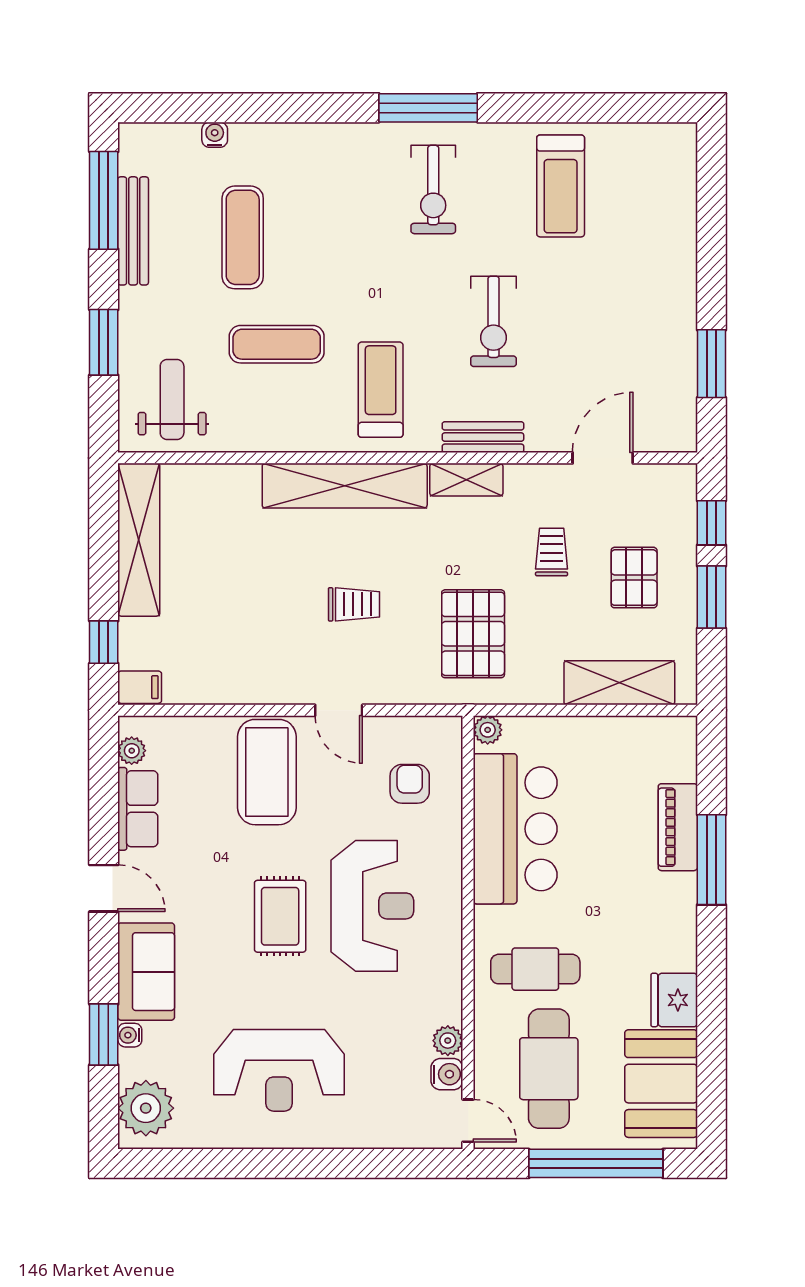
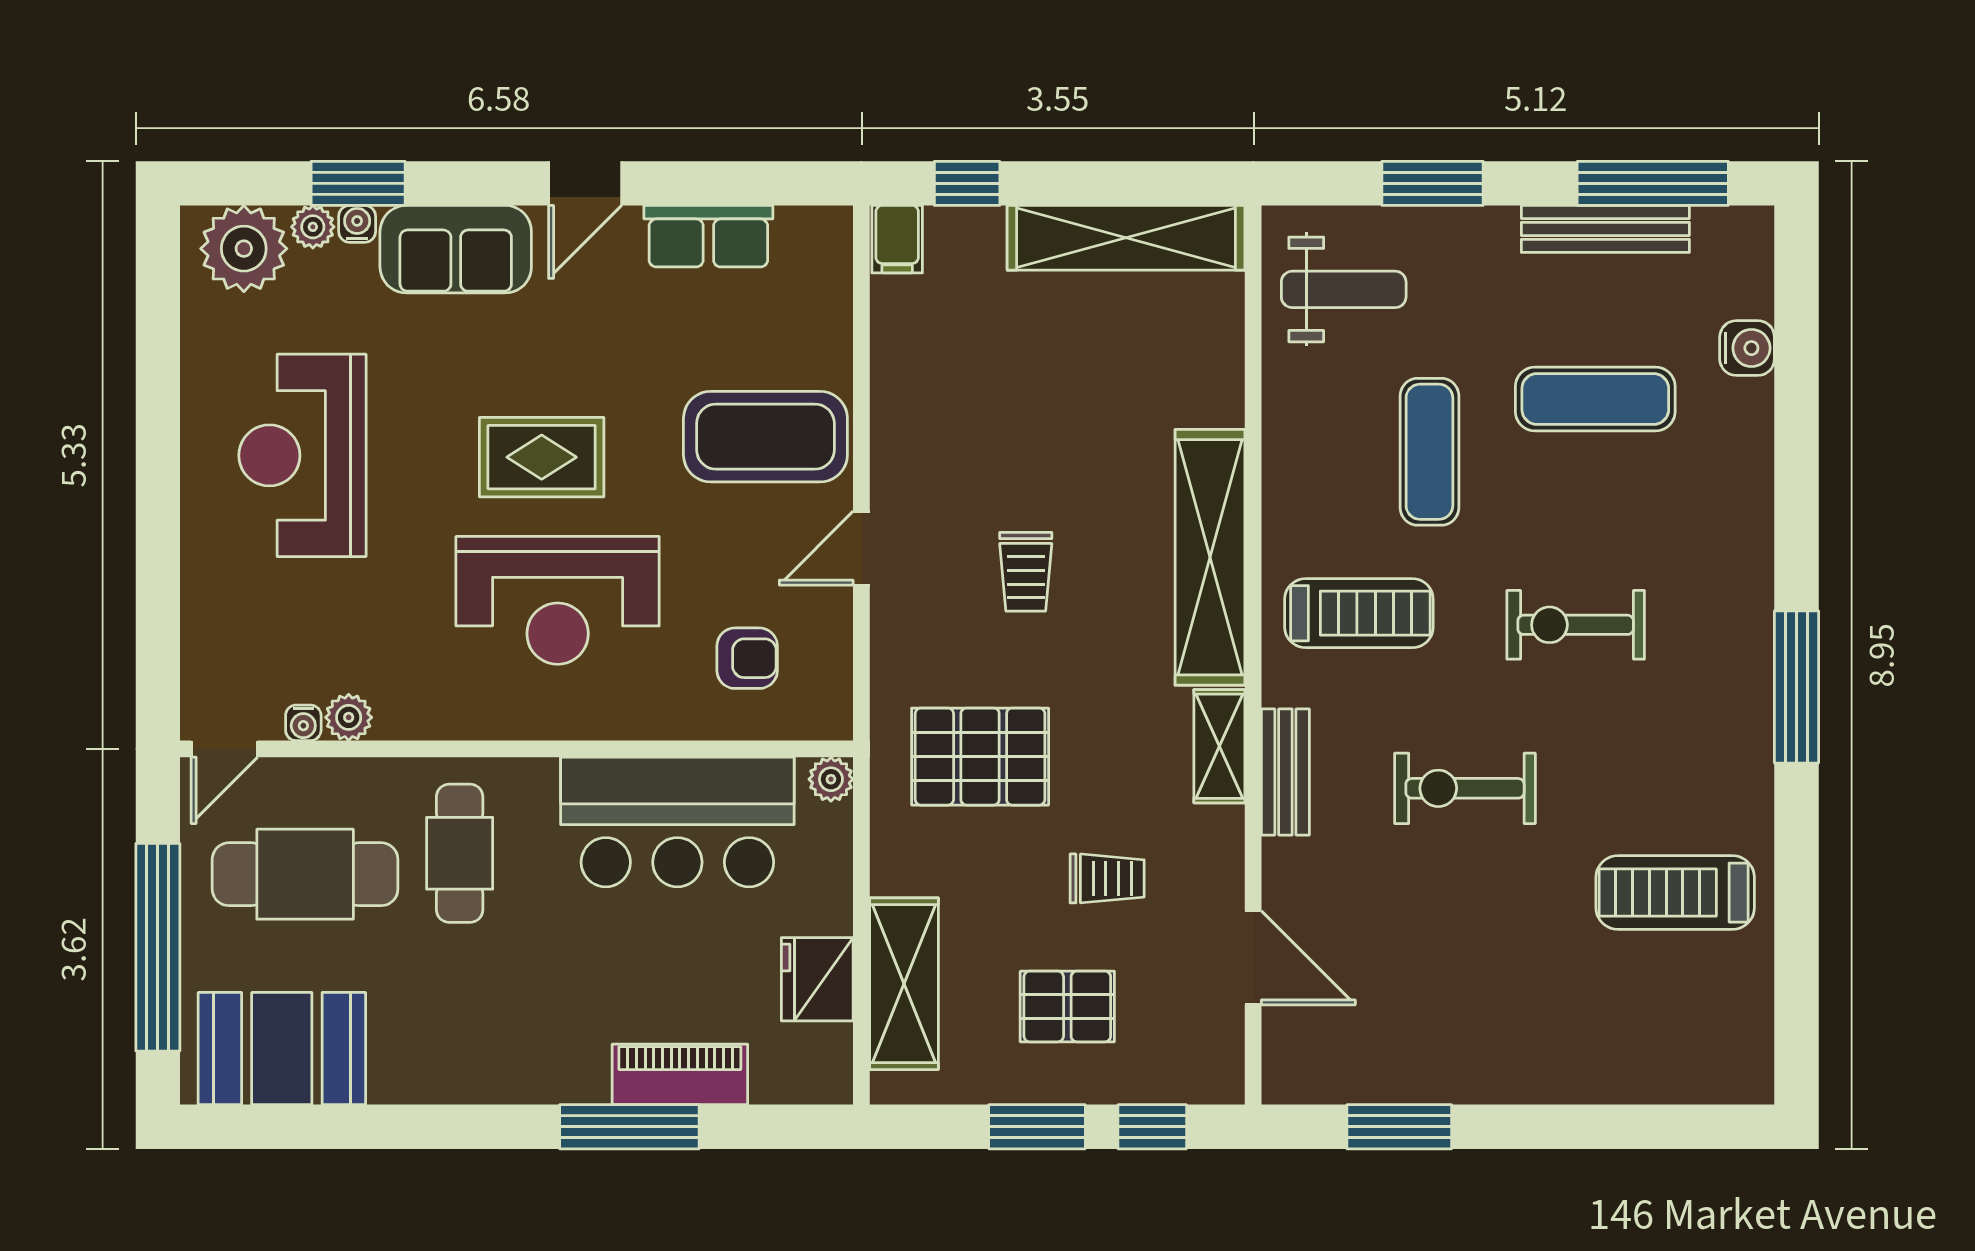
water cooler: (215, 135) -> (1747, 348), width x1.38, depth x1.38
exercise bike: (433, 189) -> (1576, 625), moved
plant: (132, 751) -> (313, 227), moved
fridge: (674, 1000) -> (817, 979), moved, turned -90
water cooler: (447, 1074) -> (303, 723), width x0.72, depth x0.72

